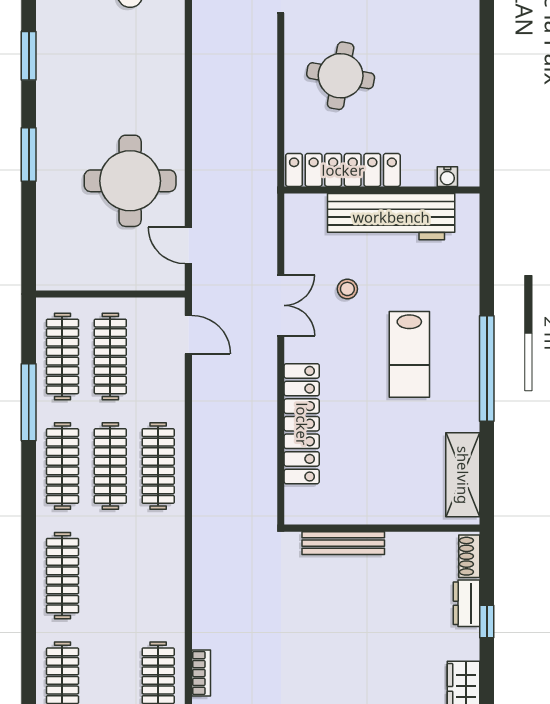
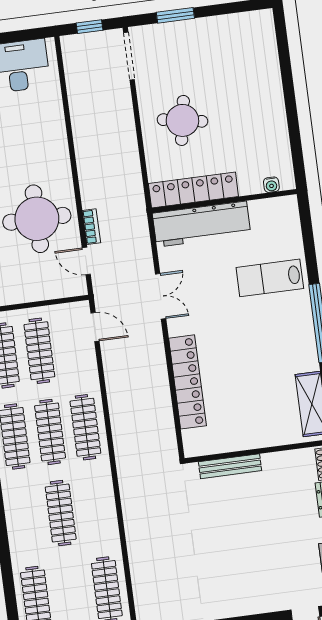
workbench: (391, 217) -> (202, 224), moved
stool: (347, 289) -> (208, 278), removed
lab bench: (409, 354) -> (270, 278), moved, turned 90
clothes rail: (62, 576) -> (61, 513), moved
bookcase: (201, 673) -> (91, 227), moved

